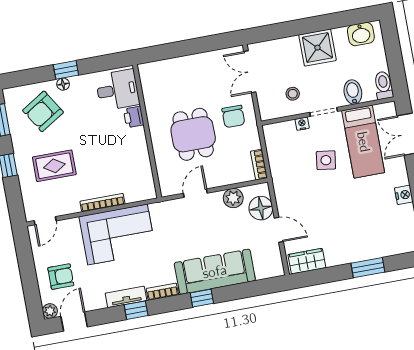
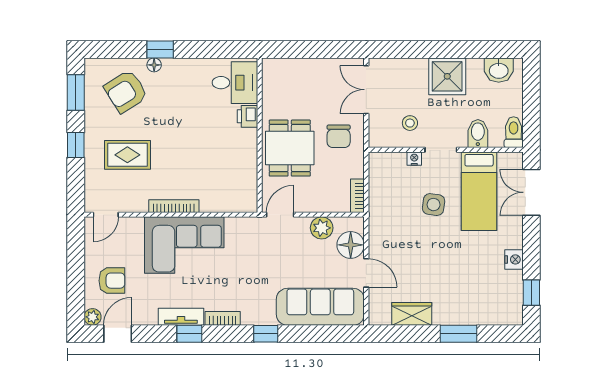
desk: (118, 90) -> (235, 83), moved
printer: (134, 117) -> (247, 116), moved
wall: (147, 131) -> (260, 135), moved
wardrobe: (307, 261) -> (412, 314), moved
sofa: (215, 272) -> (320, 307), moved

